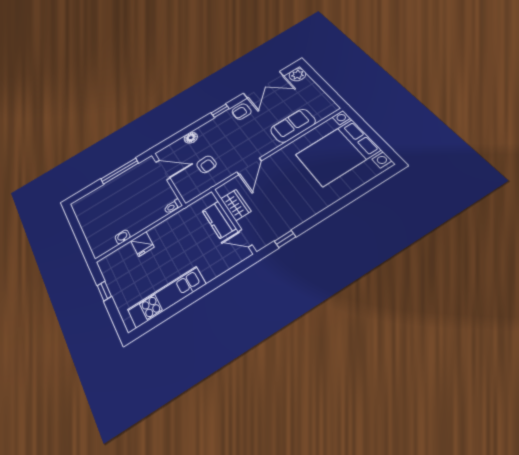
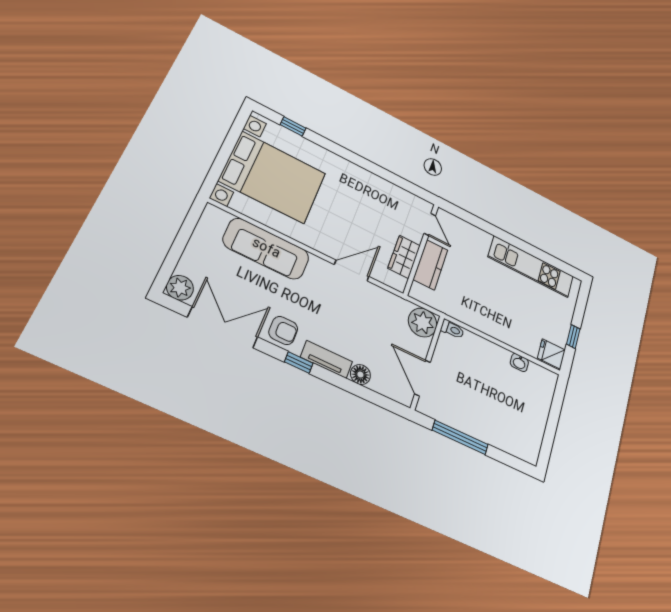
tv unit: (211, 125) -> (326, 359), added
sofa: (293, 126) -> (266, 249), width x1.36
armchair: (206, 164) -> (381, 326), removed
plant: (190, 190) -> (423, 323), added
window: (285, 239) -> (293, 126), moved
fridge: (142, 244) -> (551, 354), moved, turned -90

